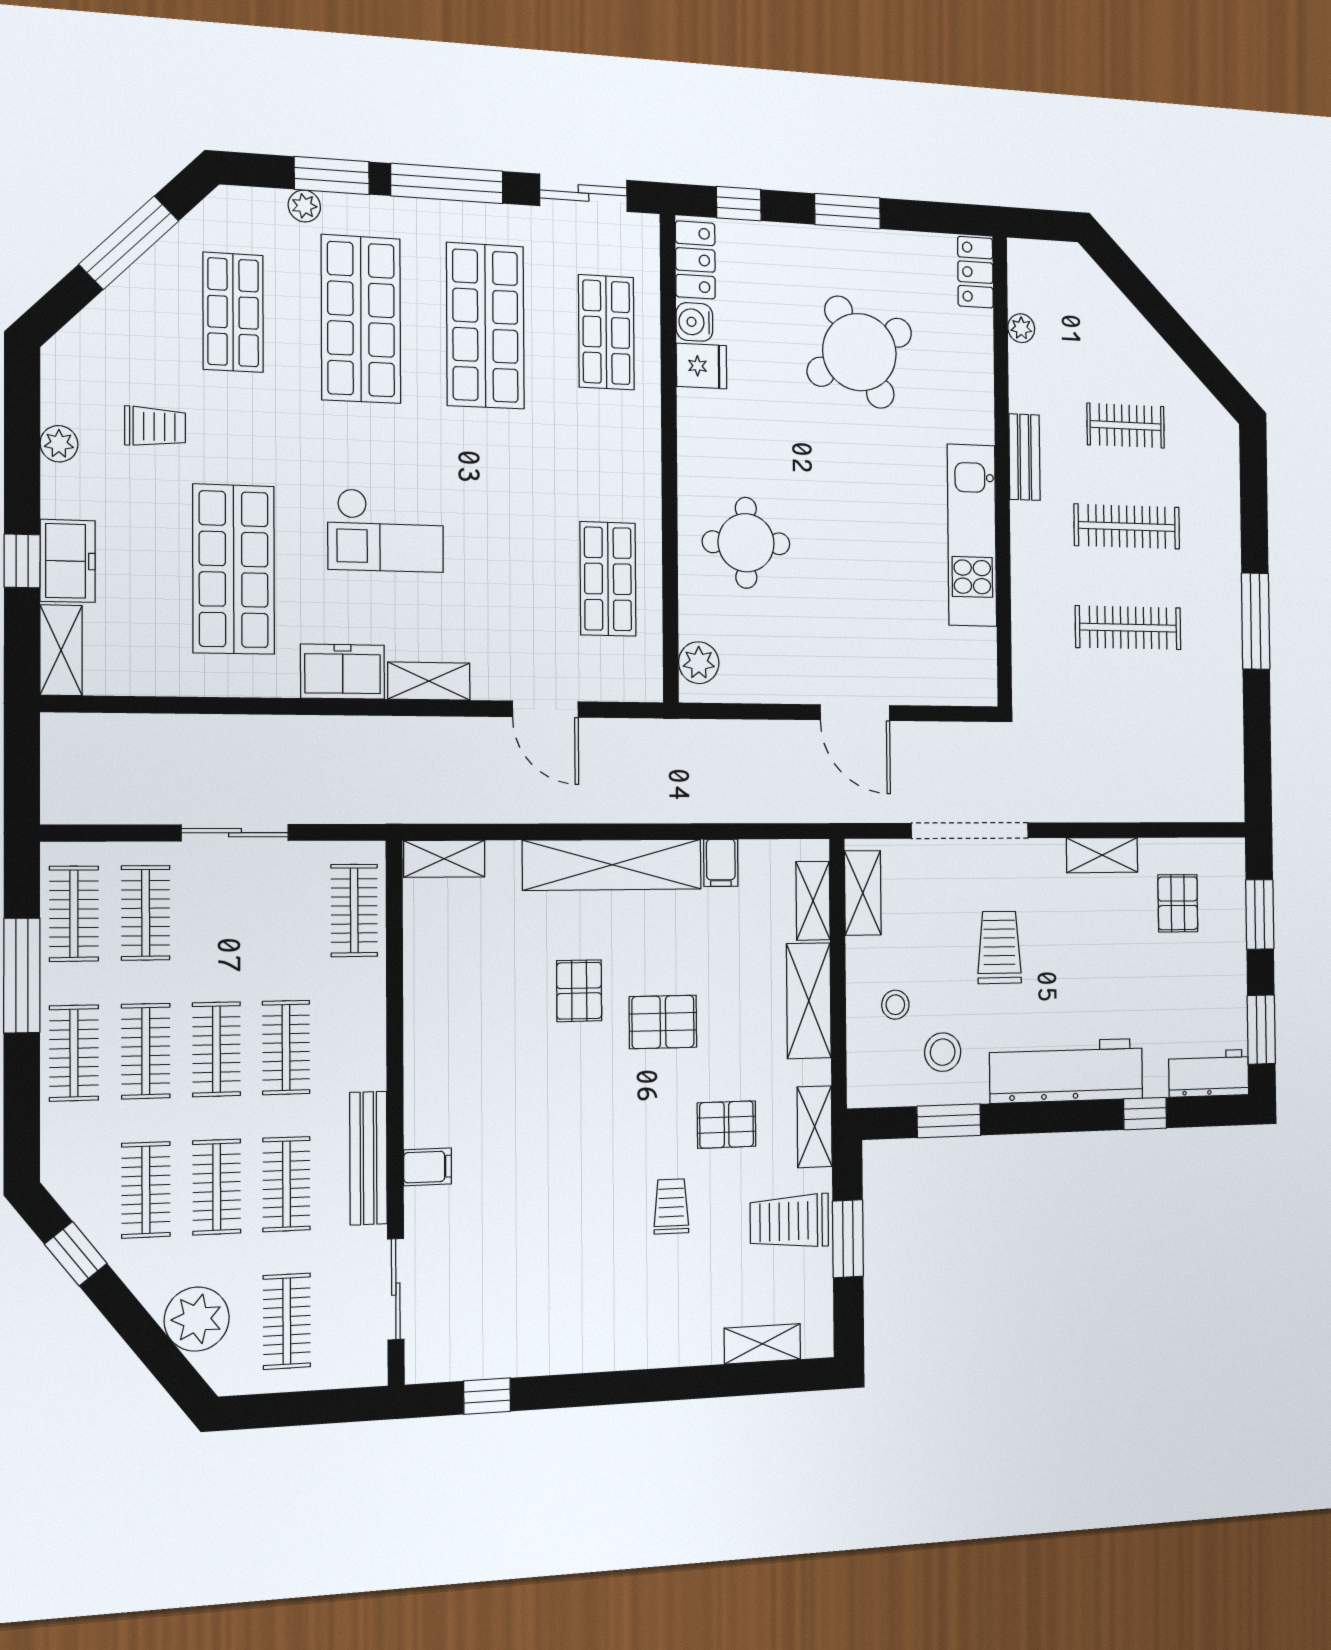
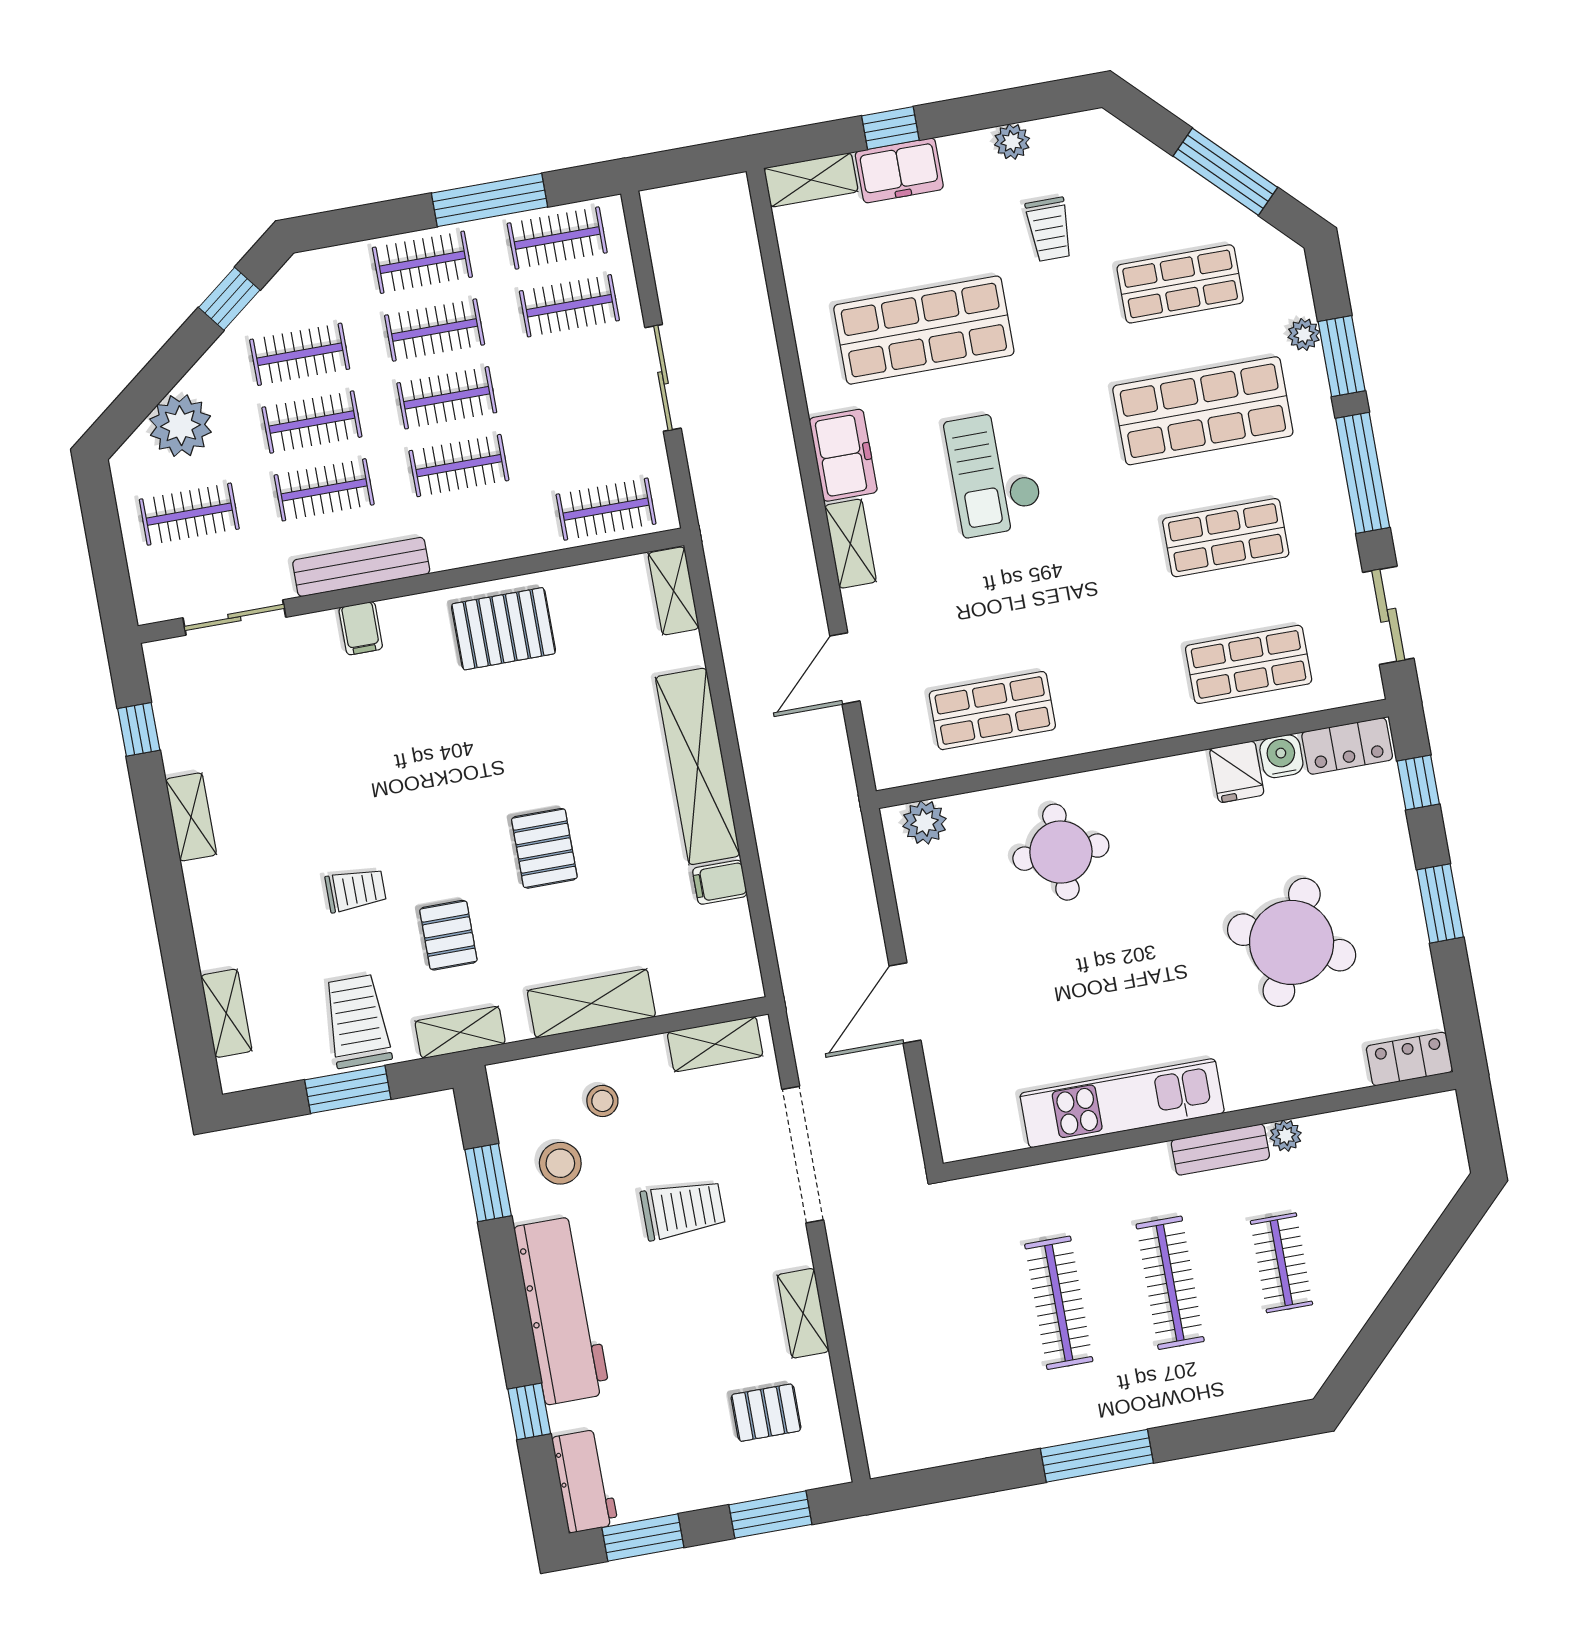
shop shelf: (485, 326) -> (1226, 538), width x0.70, depth x0.74
plant: (1021, 328) -> (1286, 1136), moved
round table: (859, 352) -> (1292, 942), turned -37
shelving: (813, 901) -> (191, 817), moved, turned 90
pallet: (579, 991) -> (503, 629), moved, width x1.50, depth x1.42

